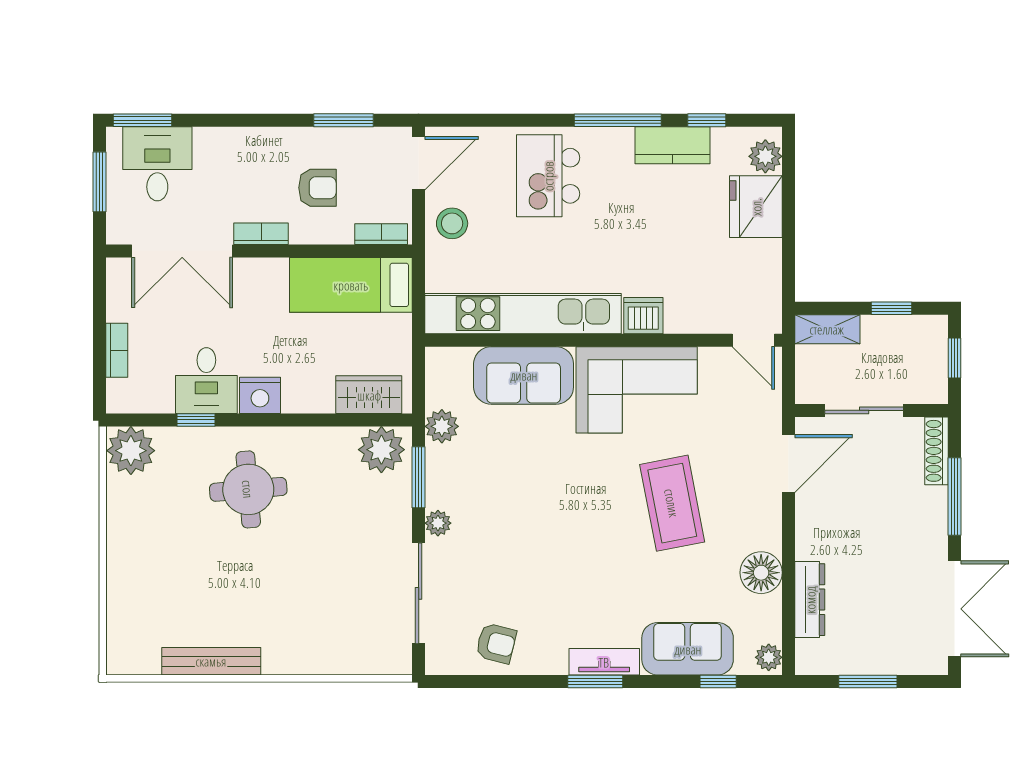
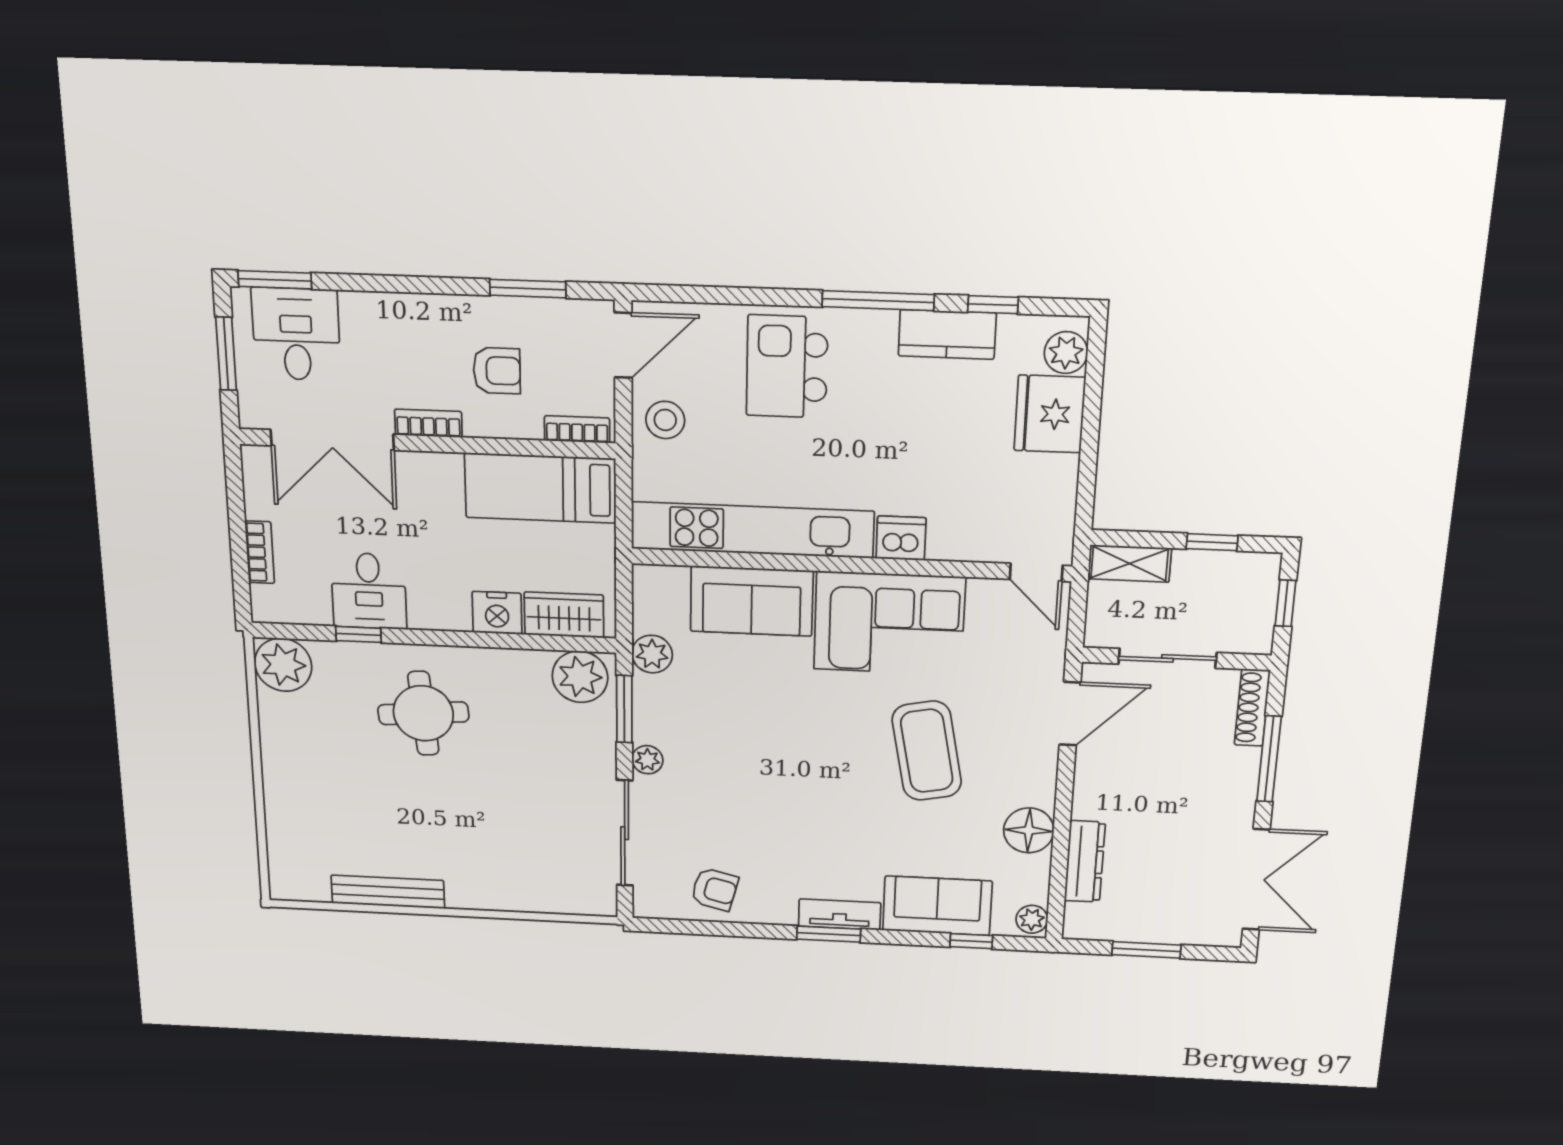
nightstand: (260, 395) -> (497, 613), moved

